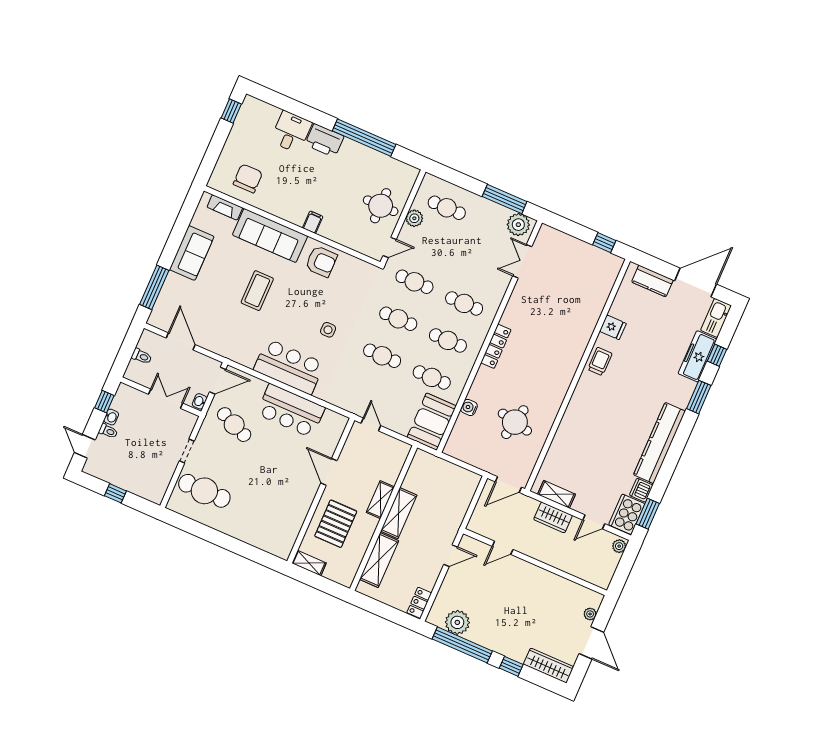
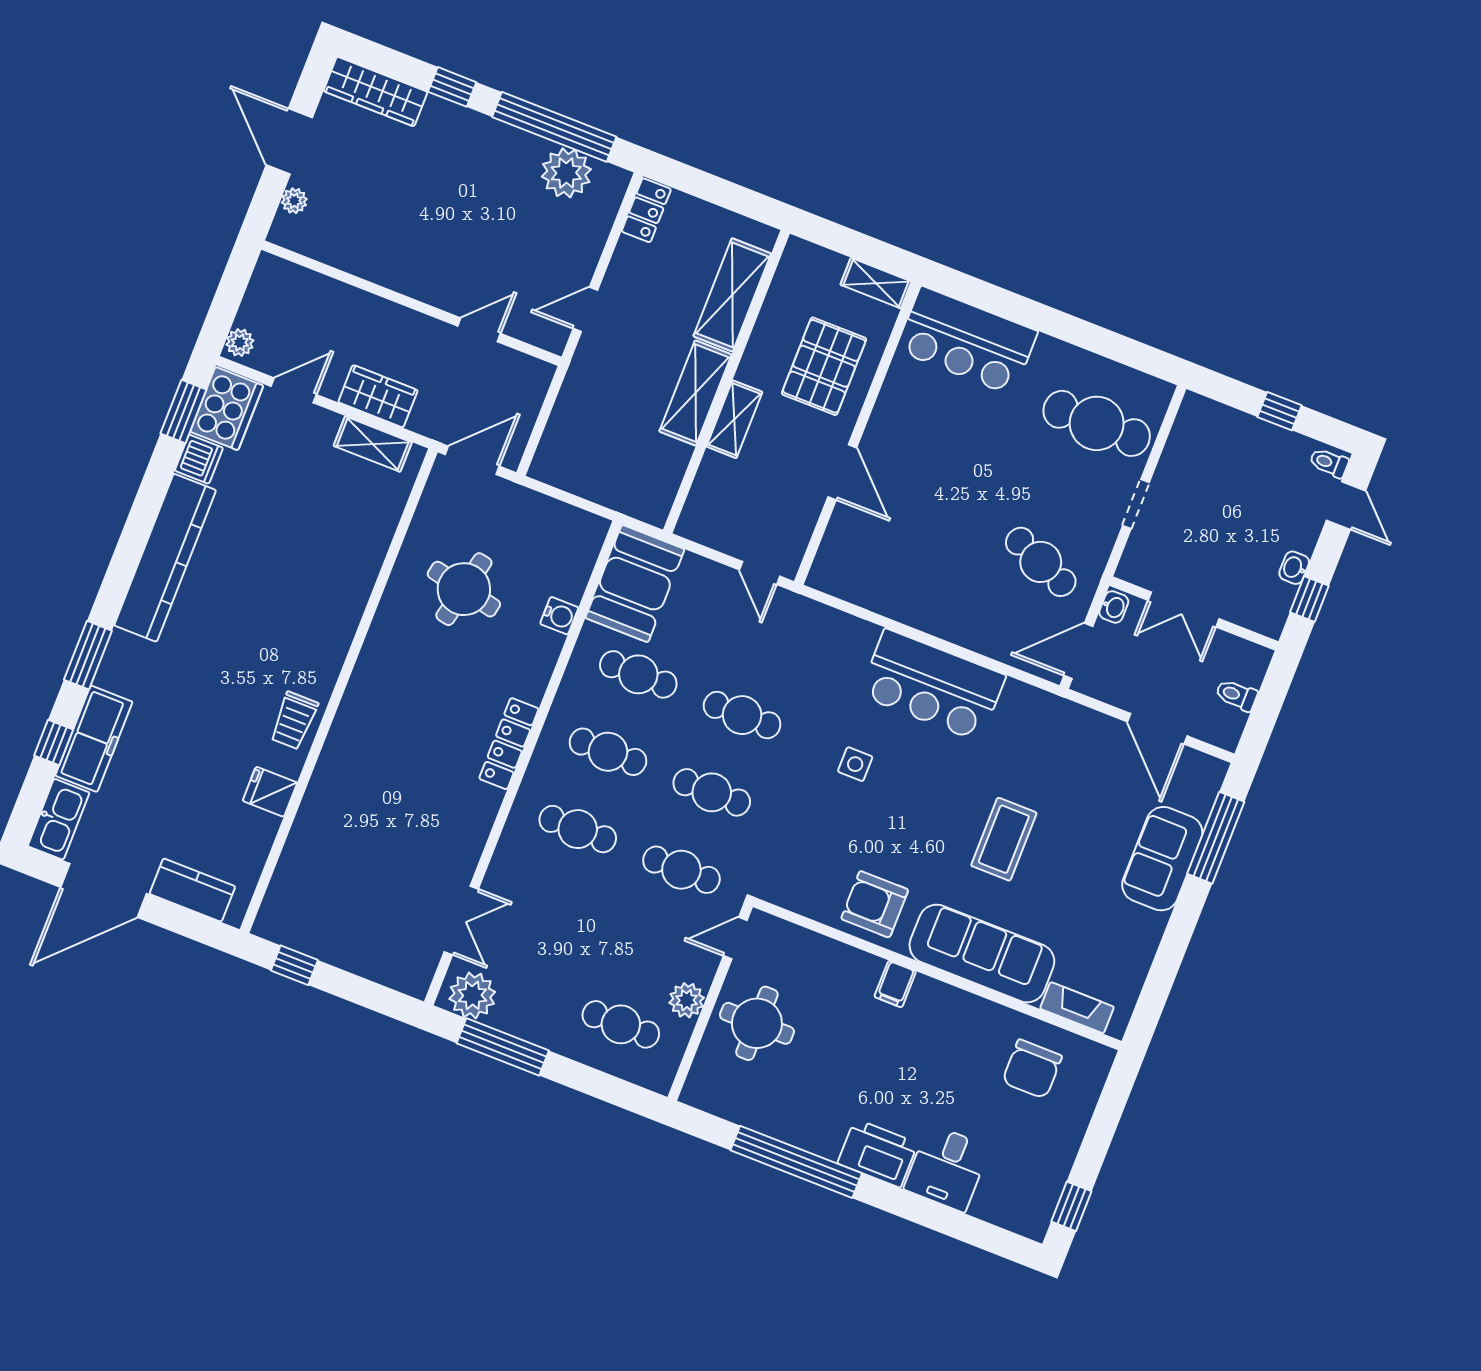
sofa: (192, 253) -> (1162, 859), moved
bar counter: (291, 411) -> (967, 341), moved, turned 180
toilet: (108, 431) -> (1329, 463), moved

